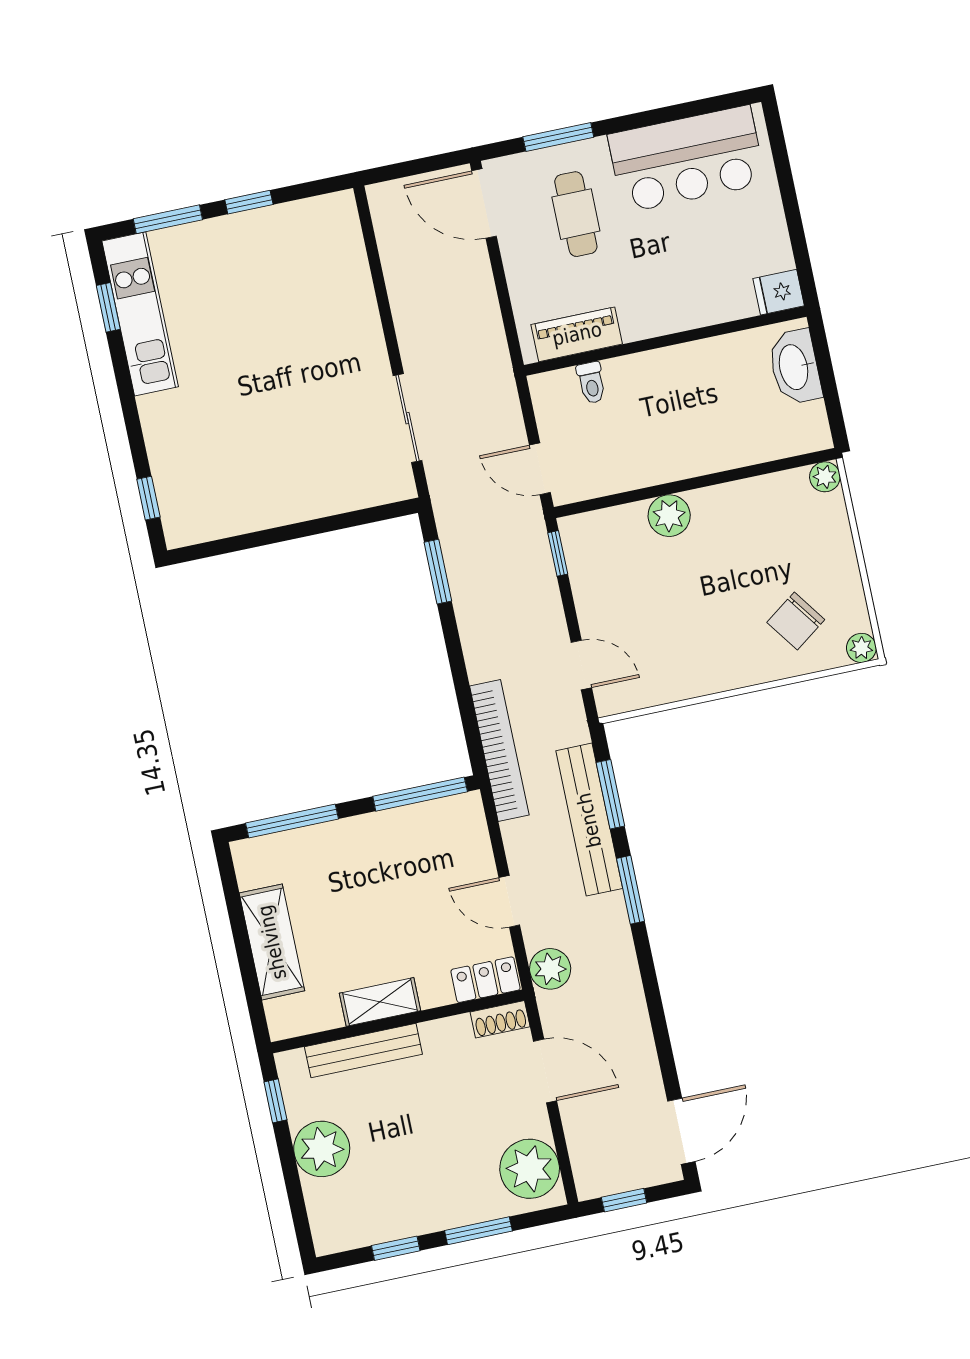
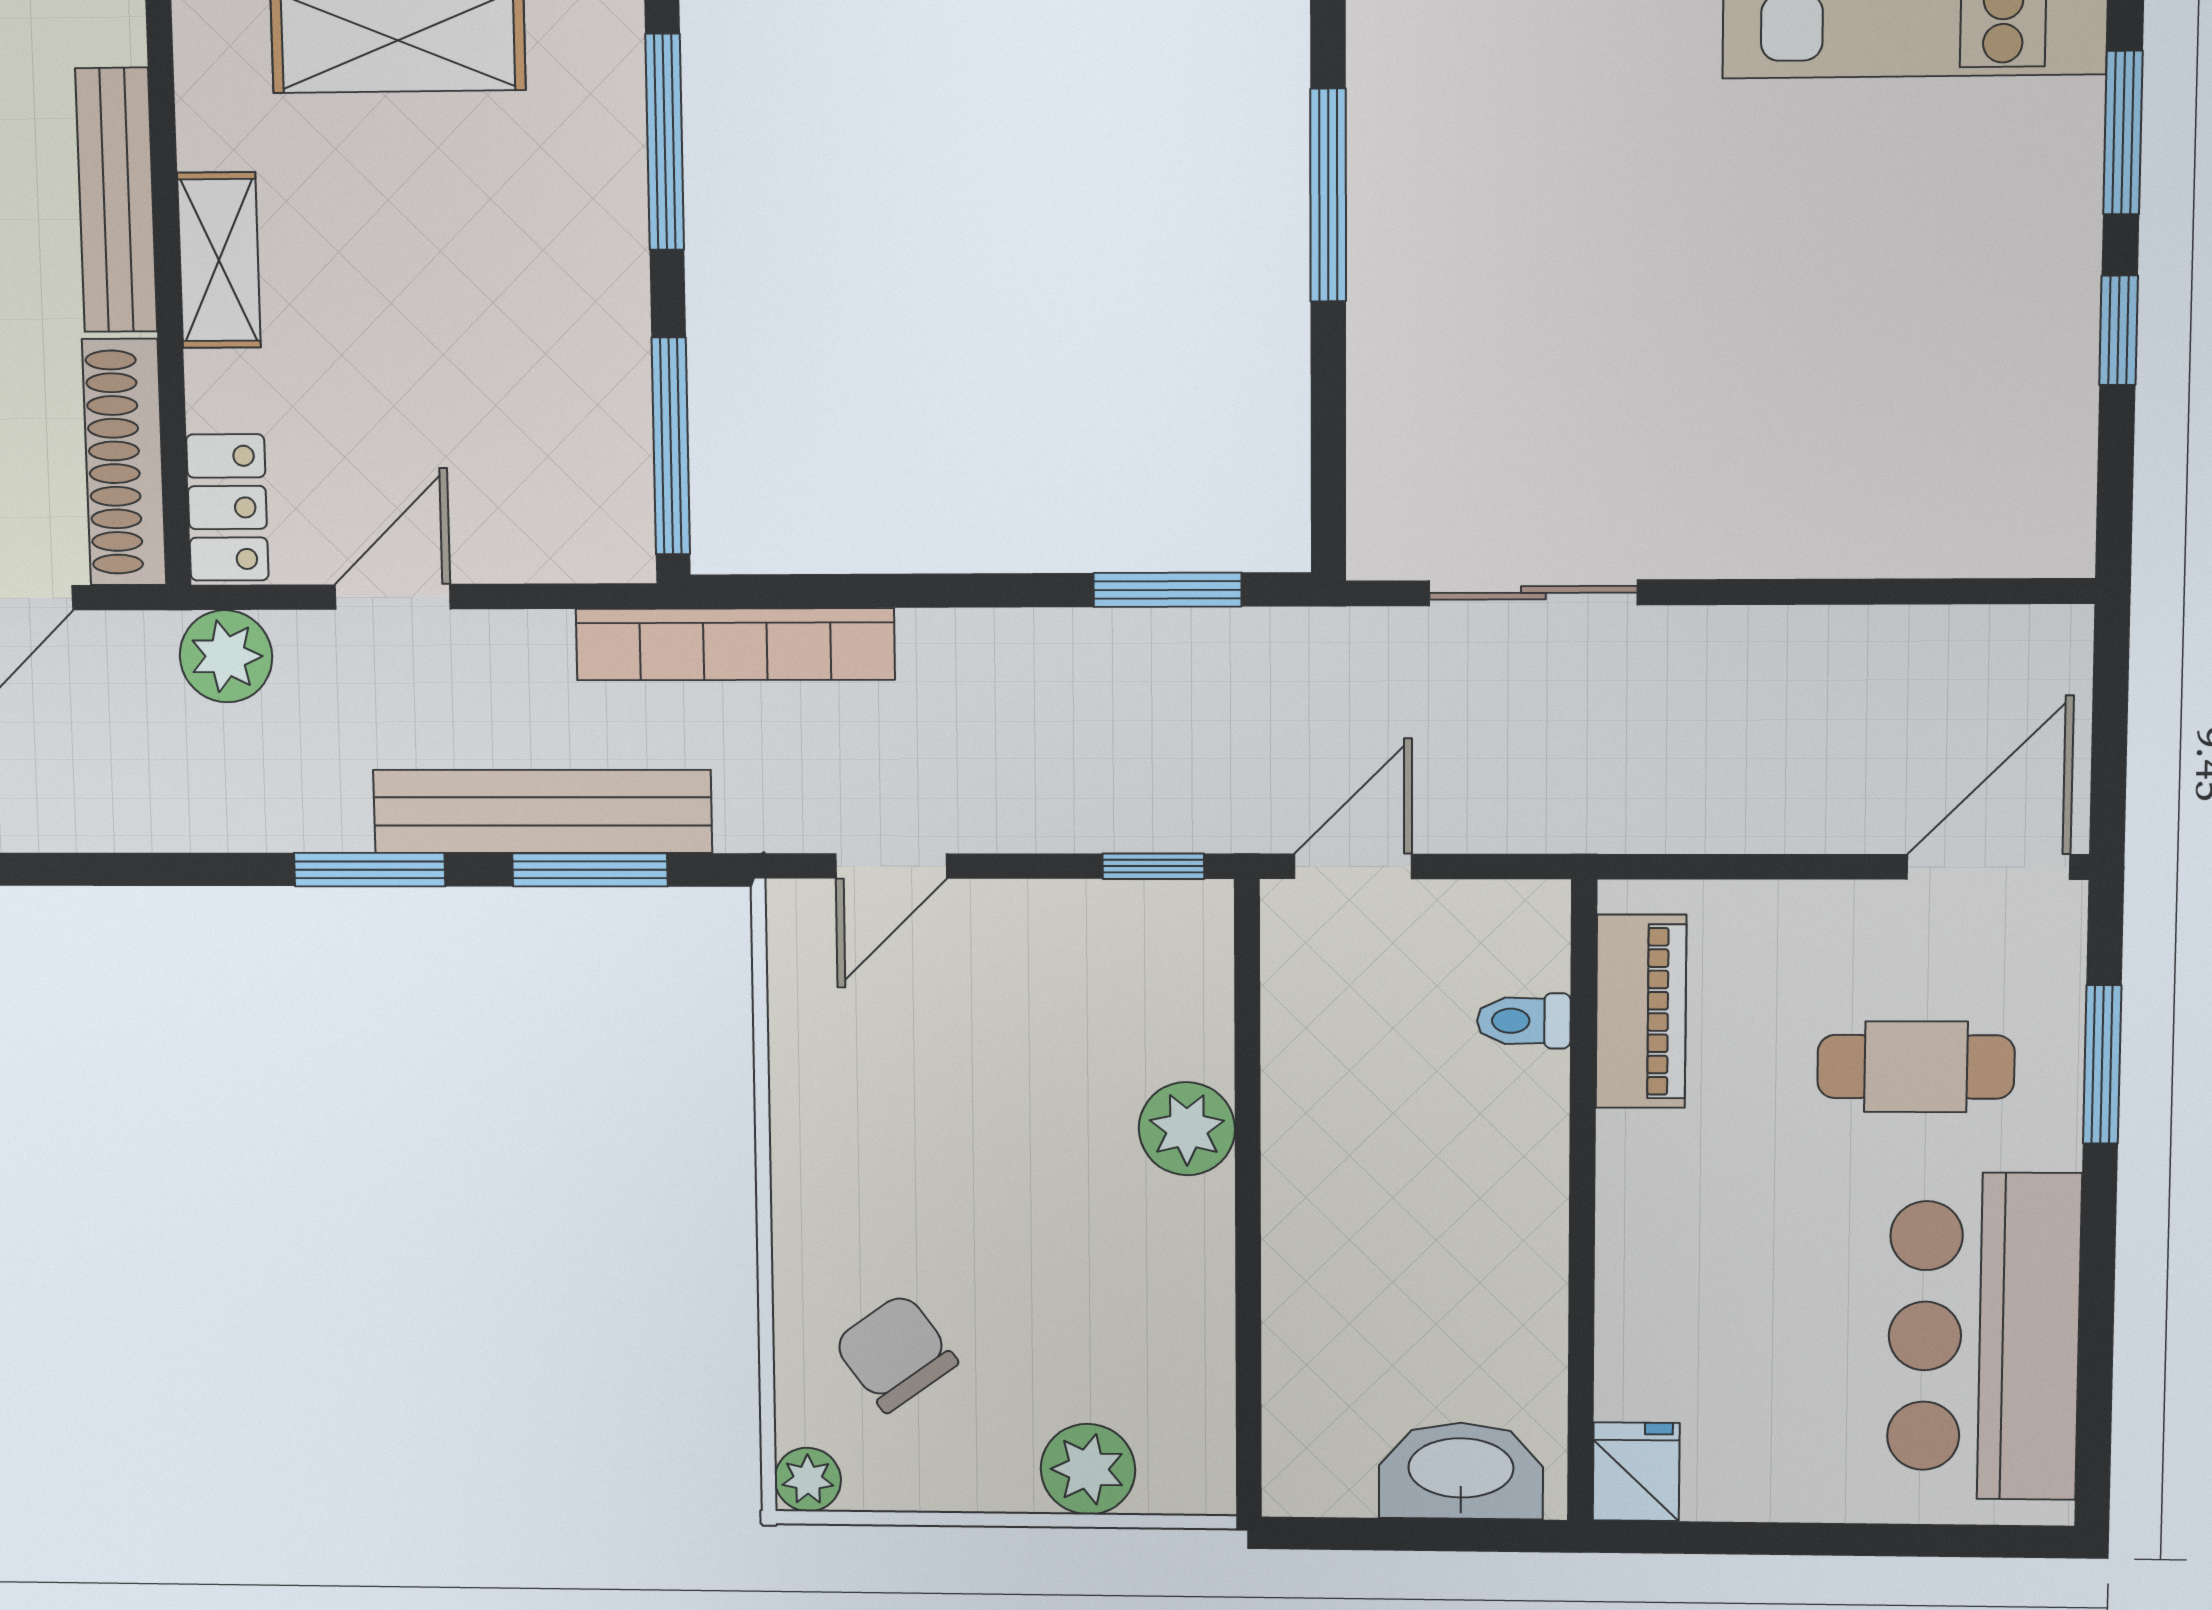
plant: (825, 477) -> (1088, 1469), moved, width x1.38, depth x1.38
window: (259, 539) -> (1328, 195), added
shoe rack: (500, 1019) -> (124, 462), width x1.94, depth x1.24

